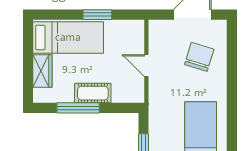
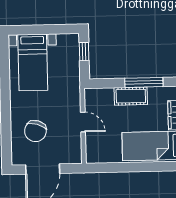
window: (97, 15) -> (128, 167), removed

